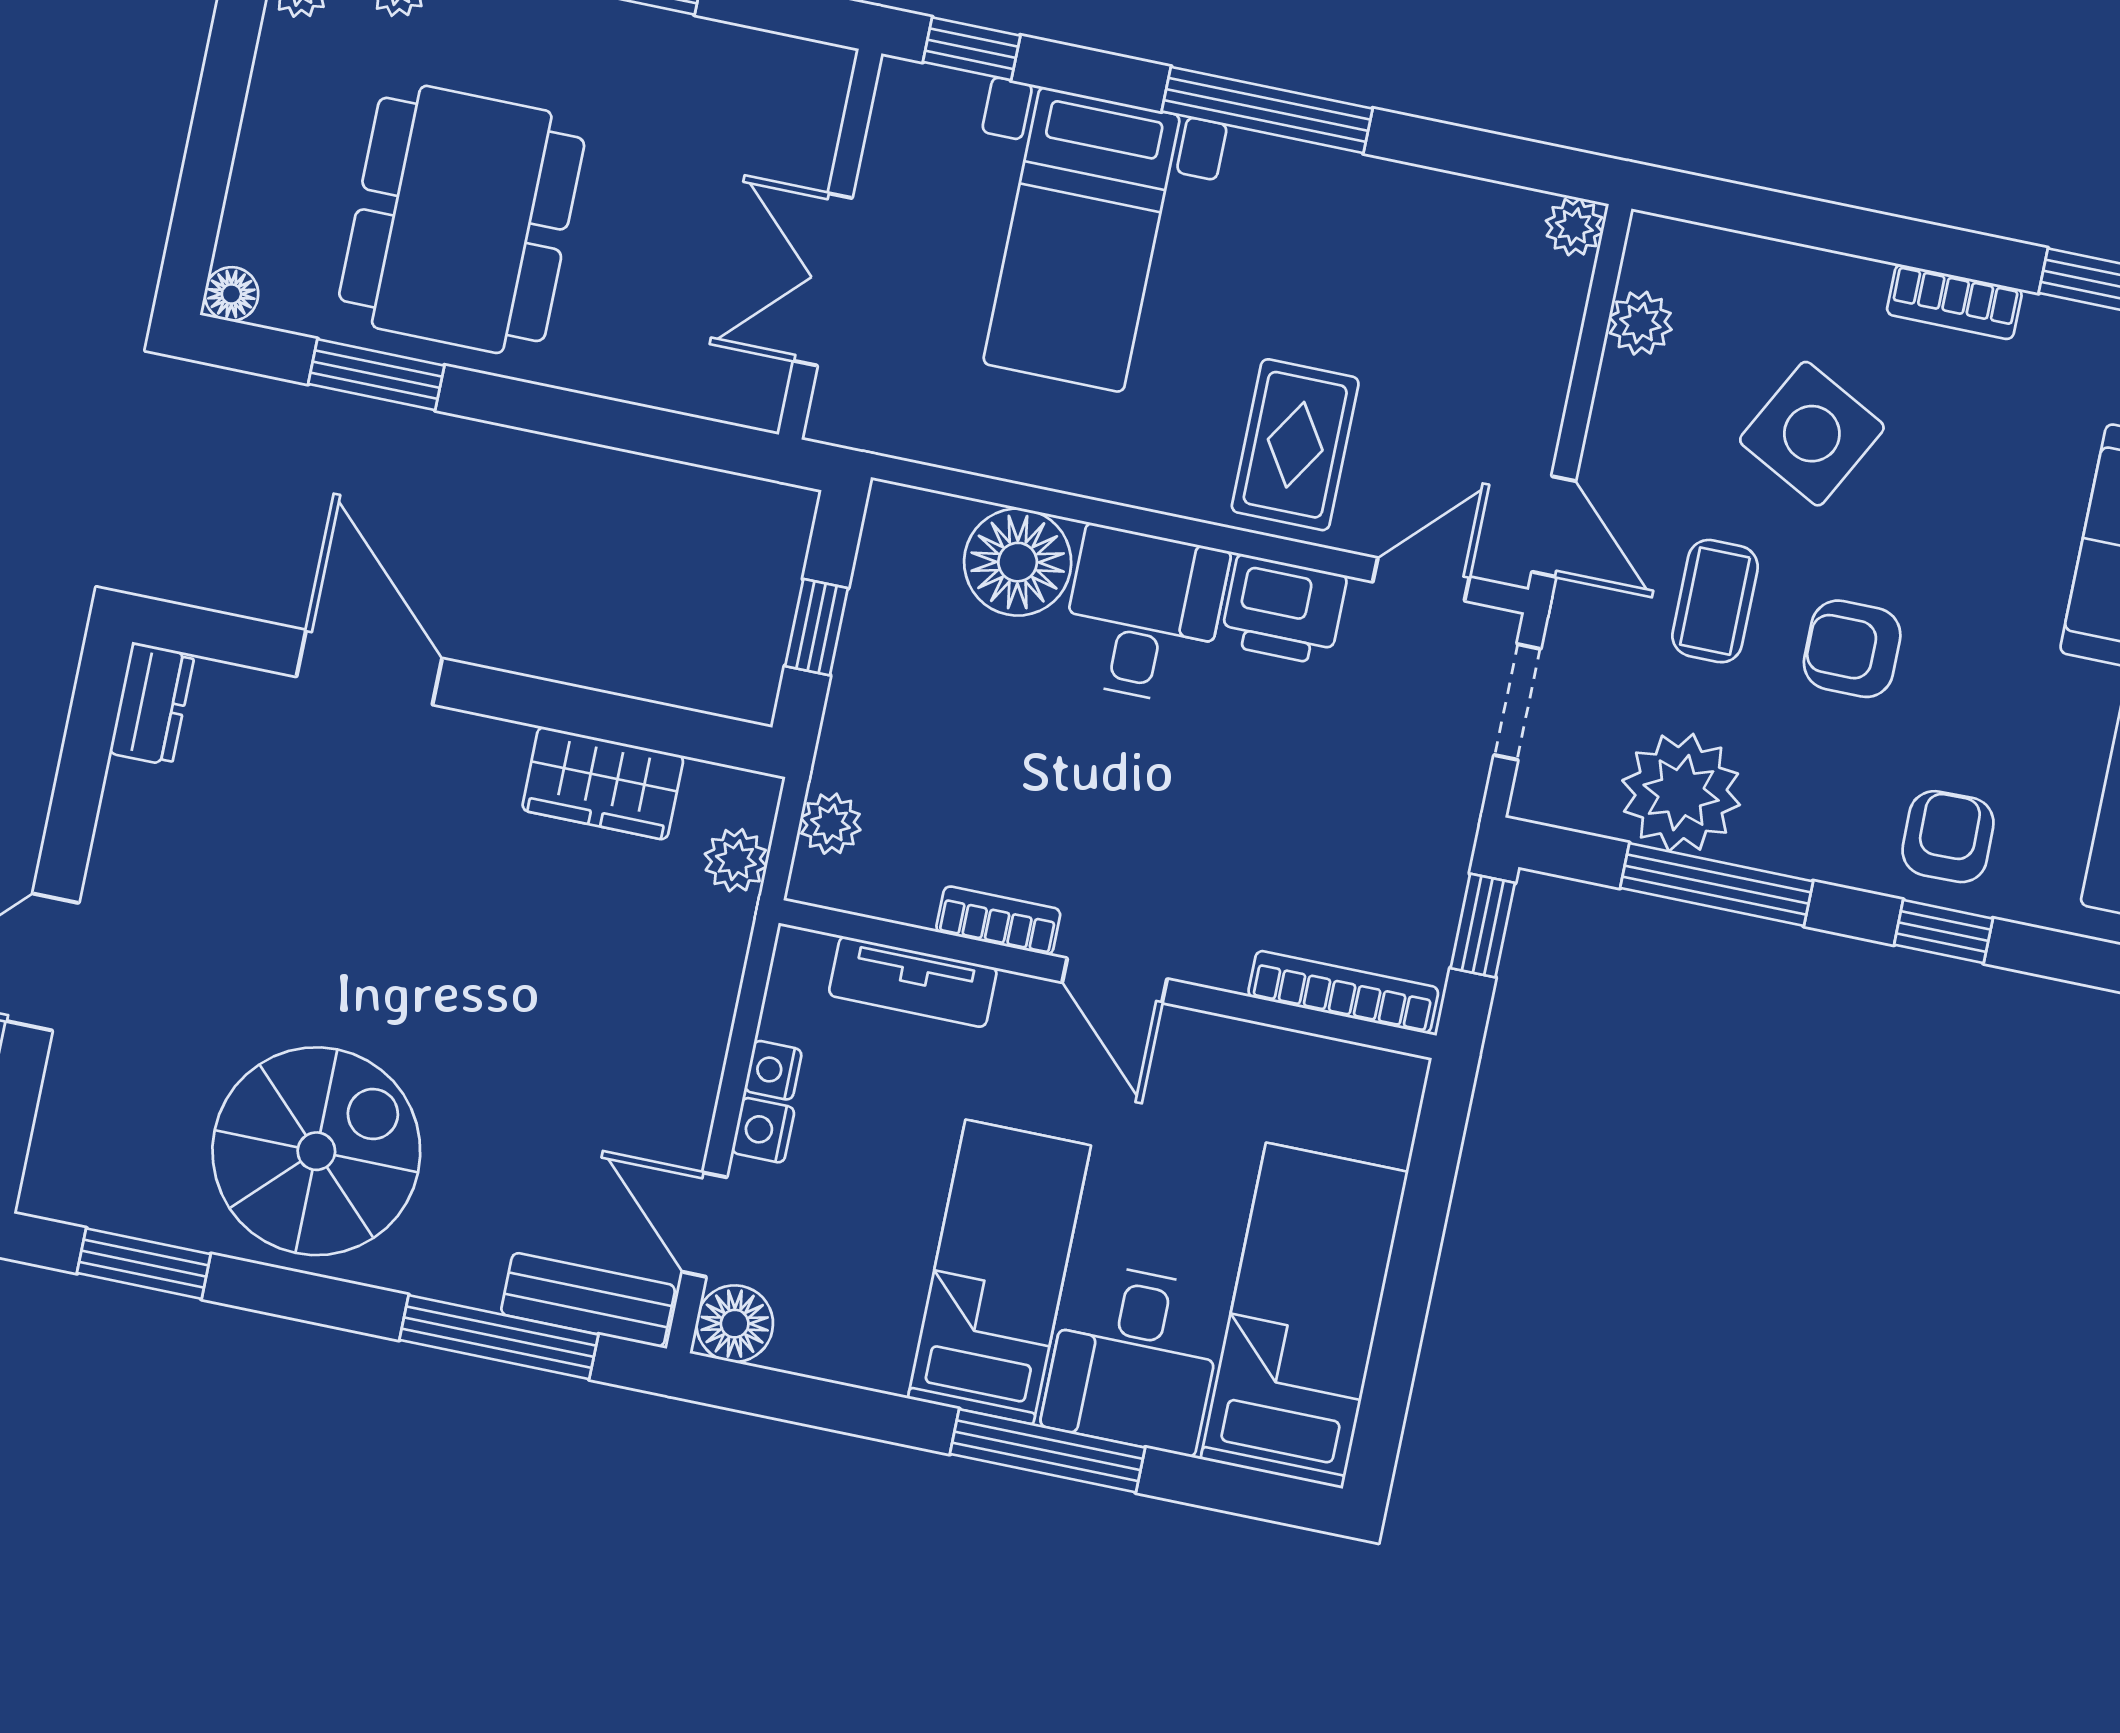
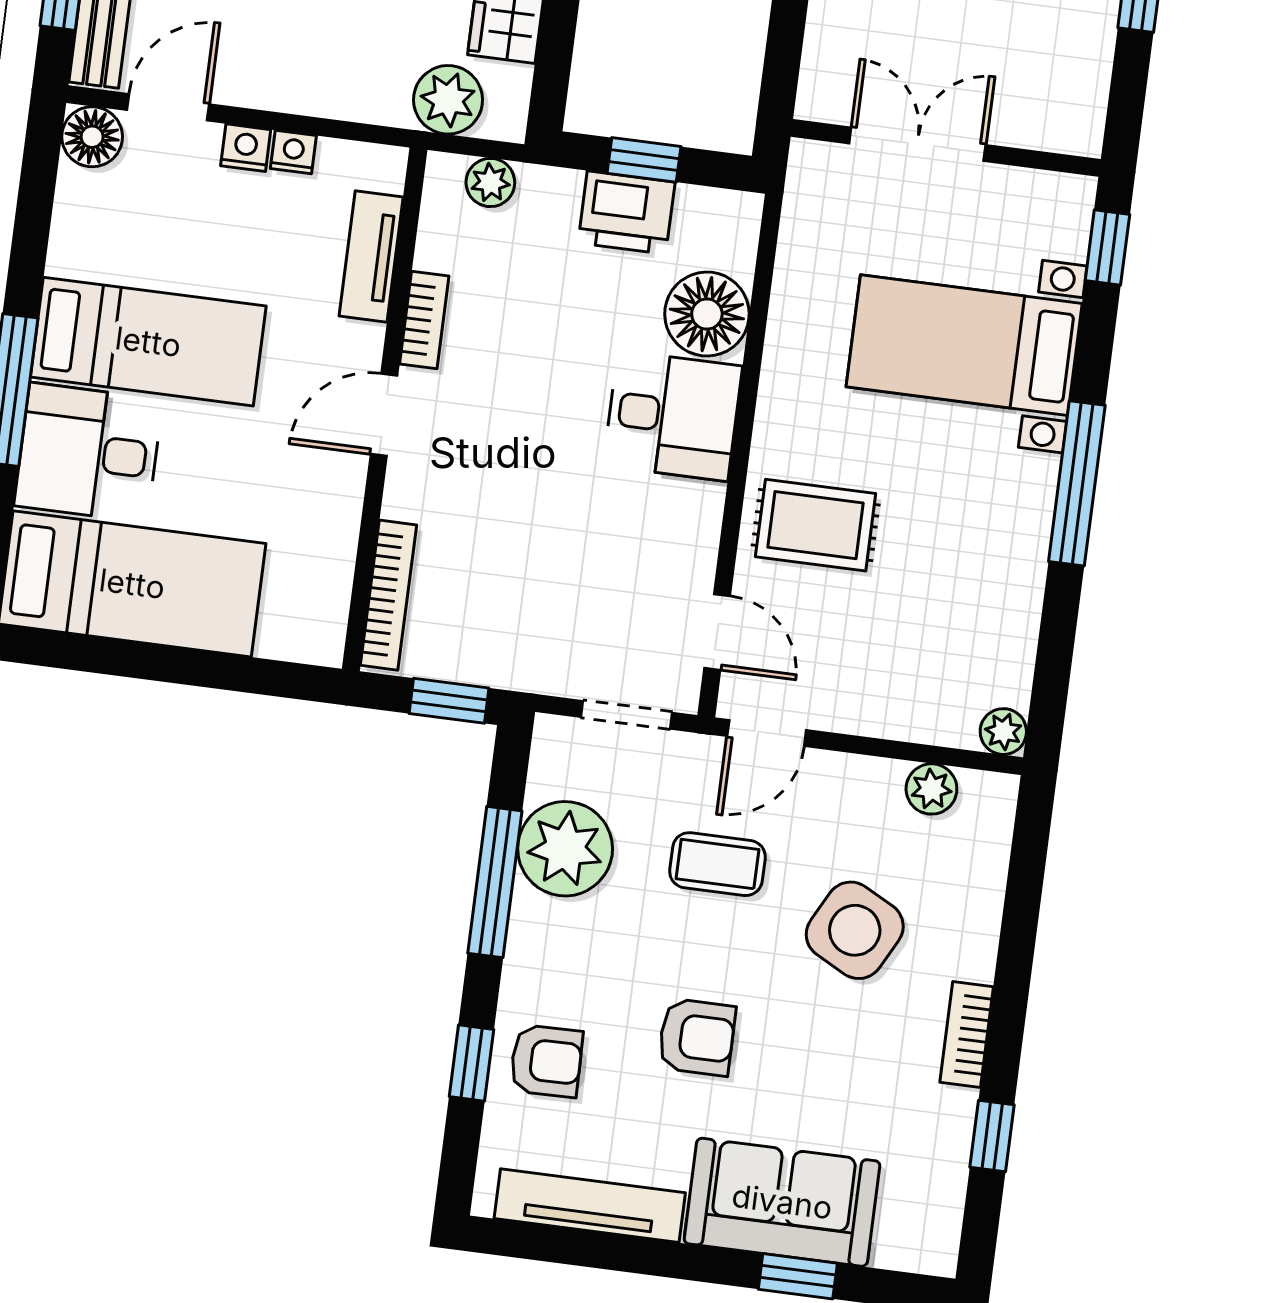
printer: (1283, 610) -> (626, 213), moved, turned -90
armchair: (1852, 649) -> (697, 1037), moved, turned 90
plant: (736, 860) -> (448, 100), width x1.38, depth x1.38

